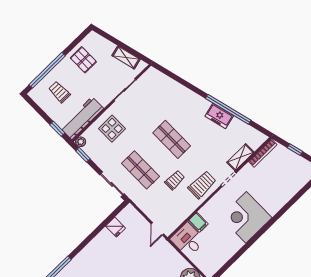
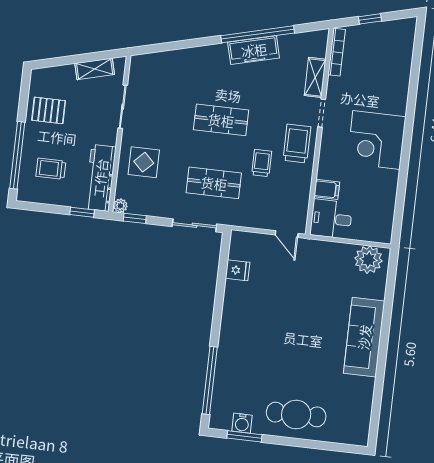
freezer: (219, 116) -> (254, 50), width x1.40

